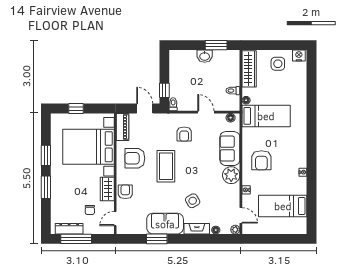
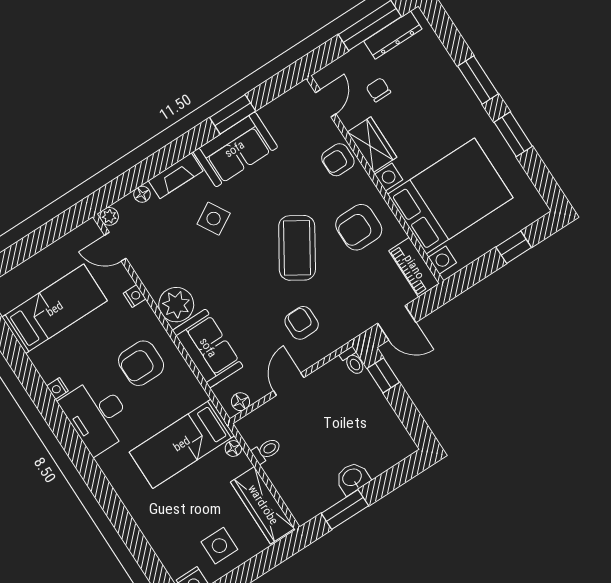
door: (206, 112) -> (289, 384), swing flipped
desk: (294, 150) -> (97, 415), added
armchair: (135, 158) -> (359, 227), turned 180
armchair: (261, 160) -> (141, 363), turned -90
coffee table: (166, 166) -> (297, 248), turned 32
armchair: (125, 192) -> (338, 160), turned 90

